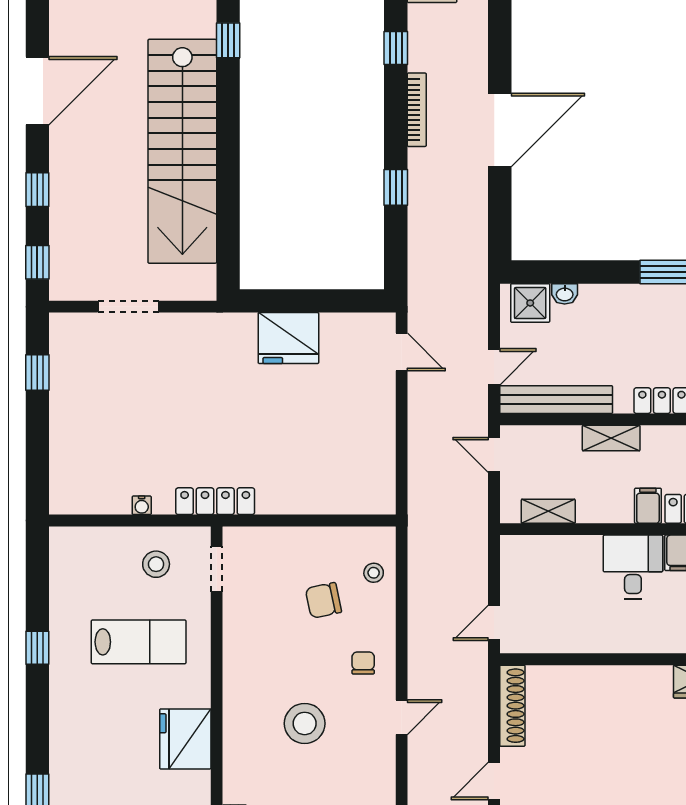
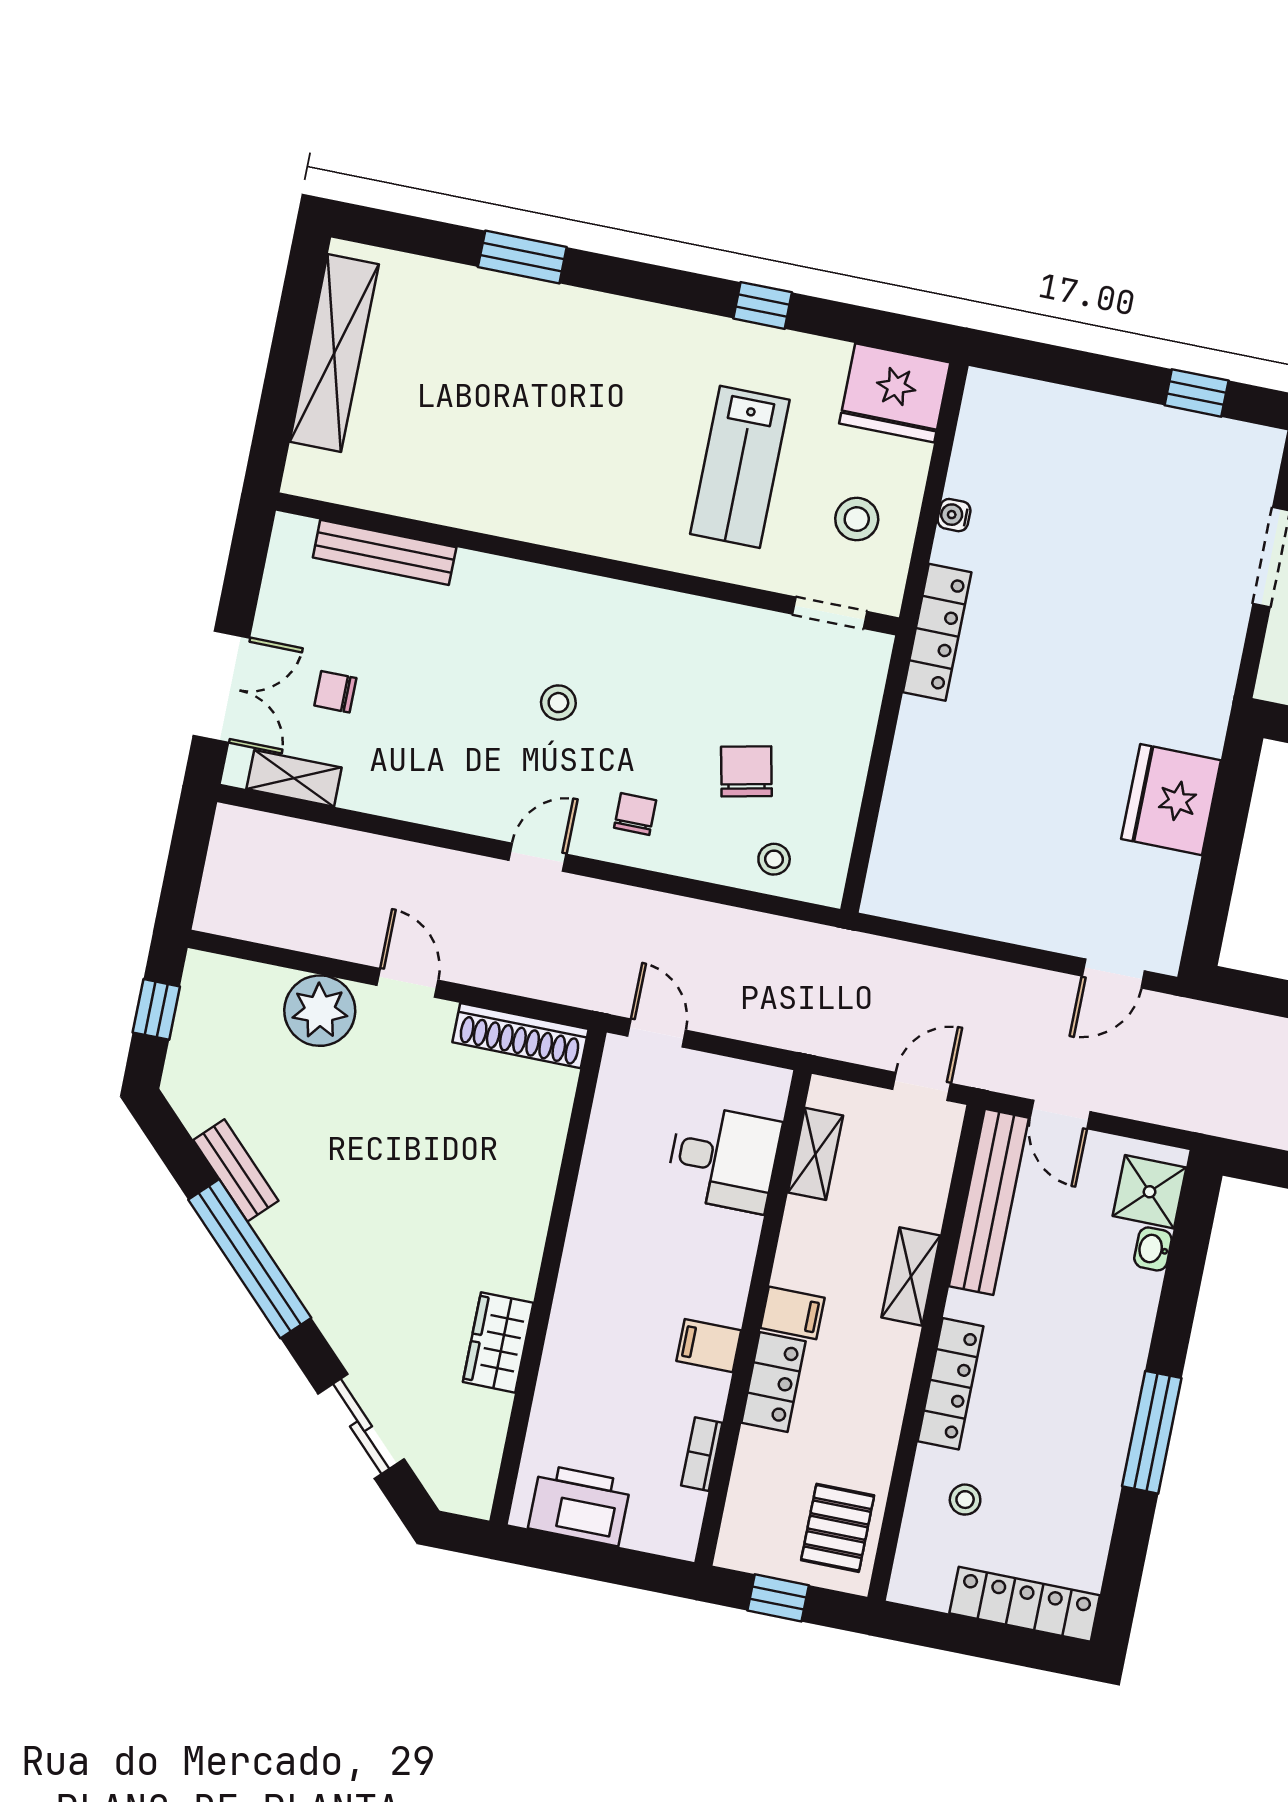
desk: (633, 567) -> (723, 1158), moved
chair: (363, 663) -> (635, 814), turned -90
door: (402, 717) -> (537, 857), swing flipped
stool: (305, 723) -> (558, 703), width x0.53, depth x0.53
fridge: (185, 739) -> (895, 393), moved, turned 180

